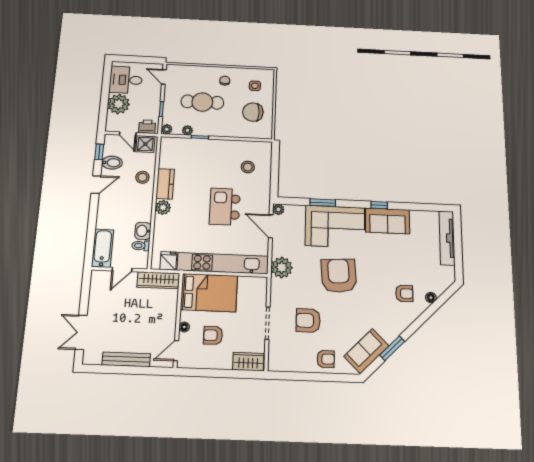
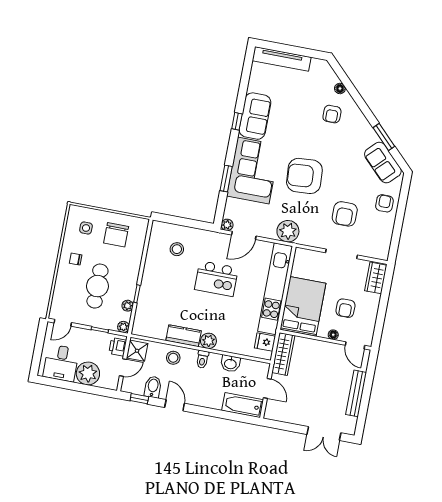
toilet: (141, 246) -> (202, 359), moved
armchair: (404, 293) -> (332, 114), turned 180

